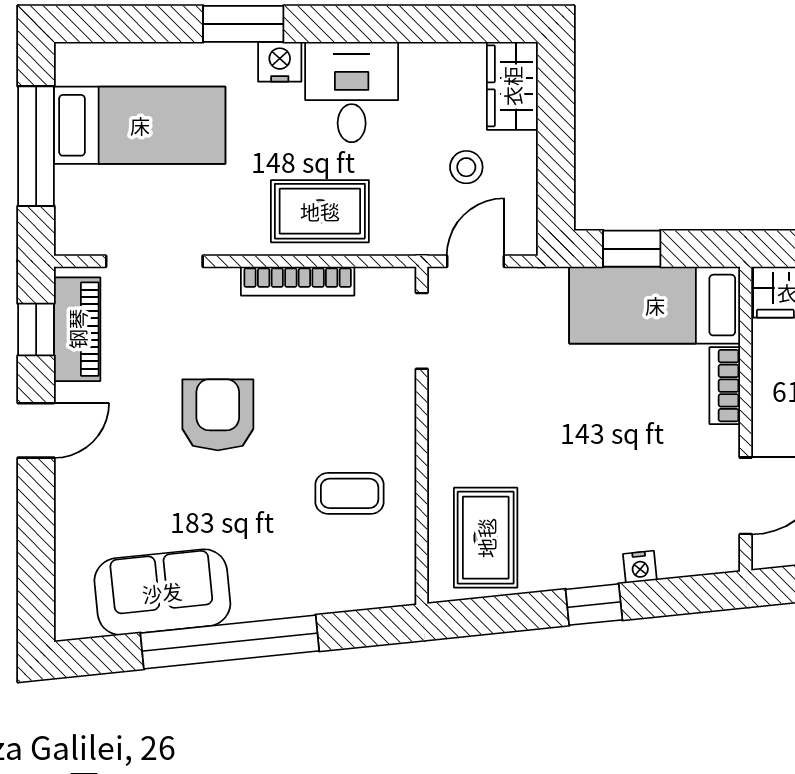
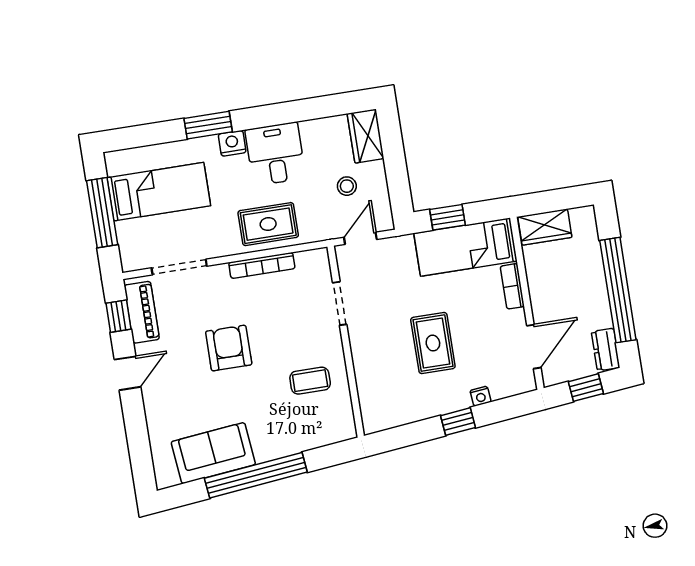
doorway: (422, 331) -> (340, 303), moved
rug: (486, 538) -> (433, 343), moved

